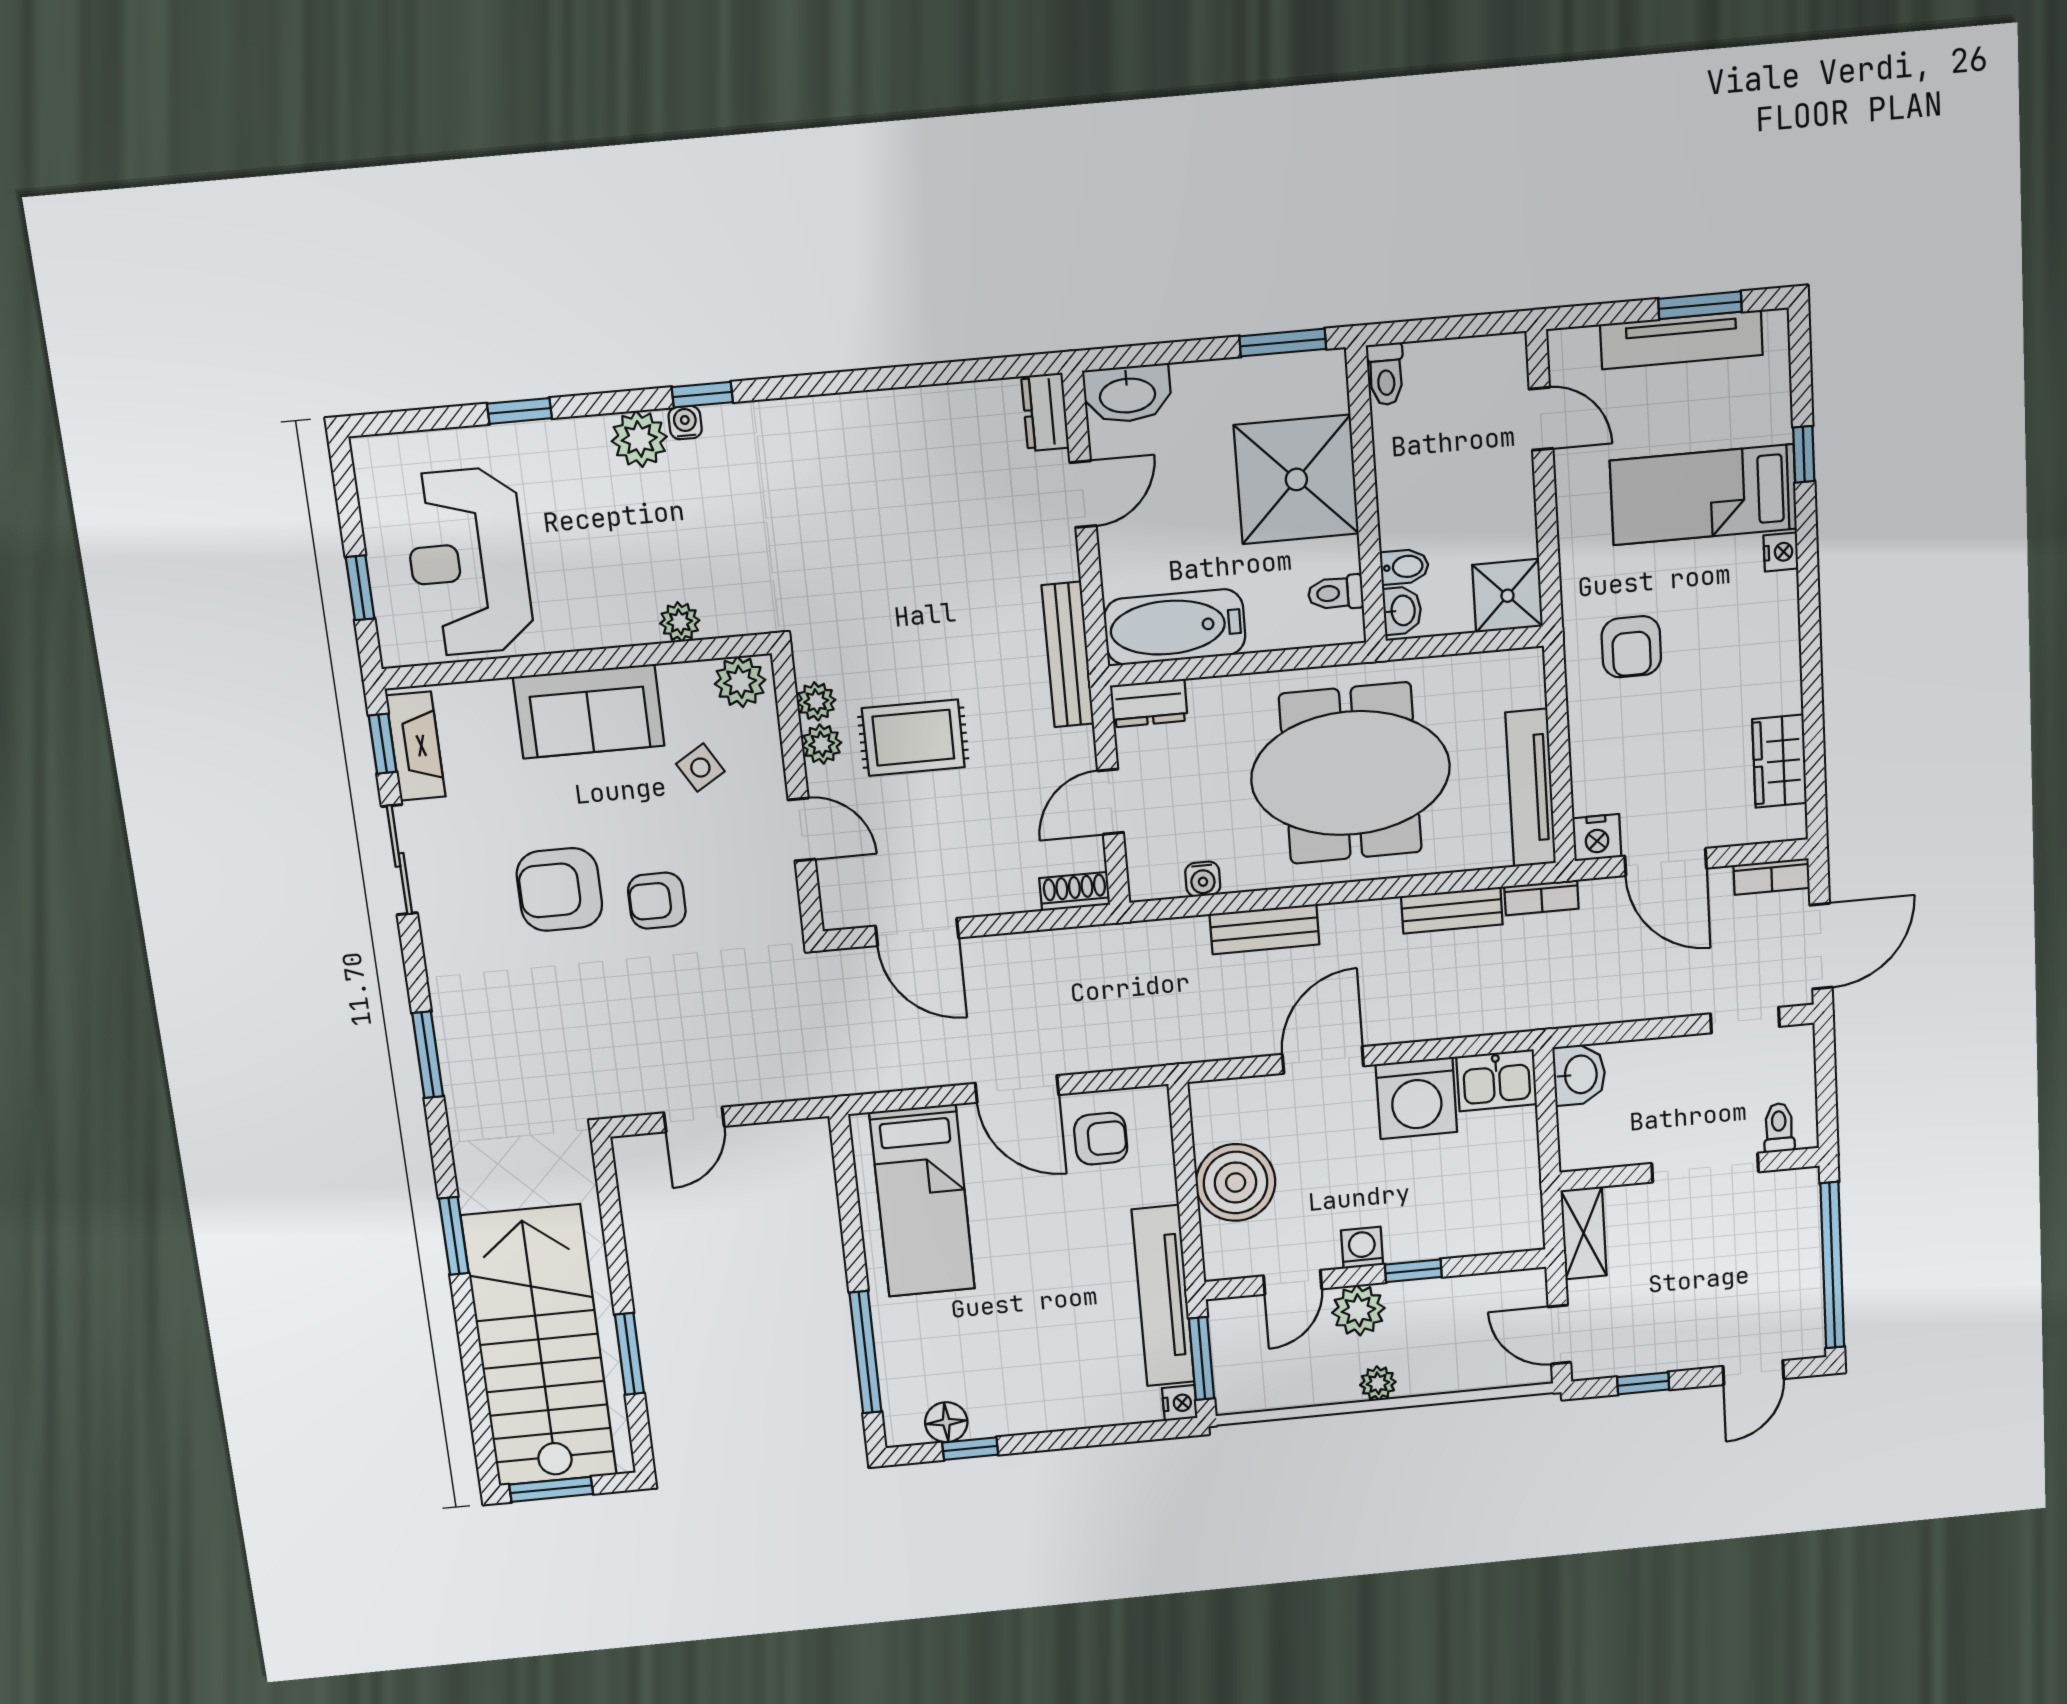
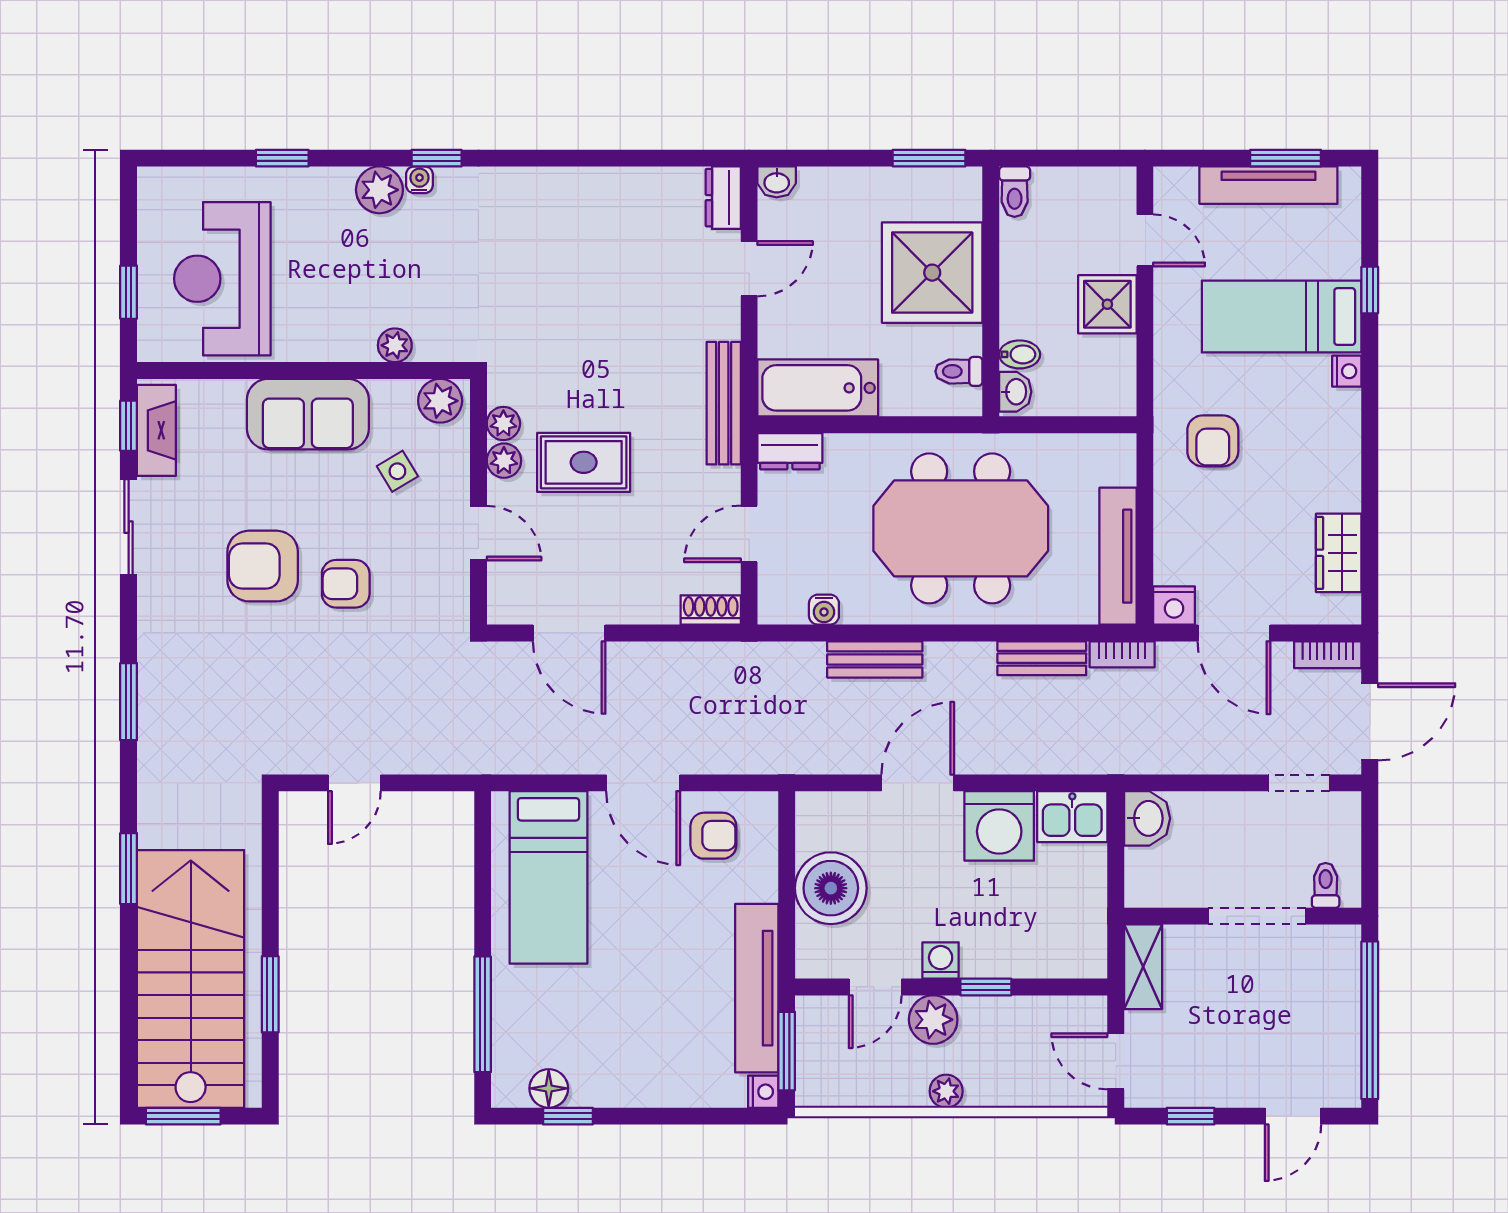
washbasin: (1127, 394) -> (777, 182), width x0.52, depth x0.69
shower: (1508, 596) -> (1107, 304), moved

